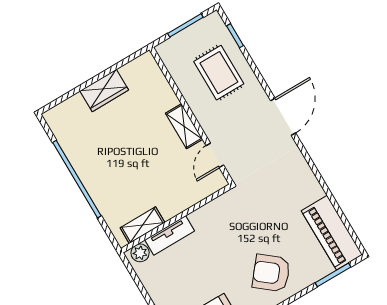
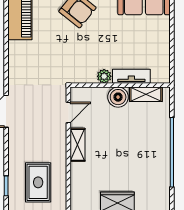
rug: (219, 73) -> (38, 182), moved
boiler: (171, 204) -> (118, 97), added
plant: (140, 253) -> (104, 76), moved

